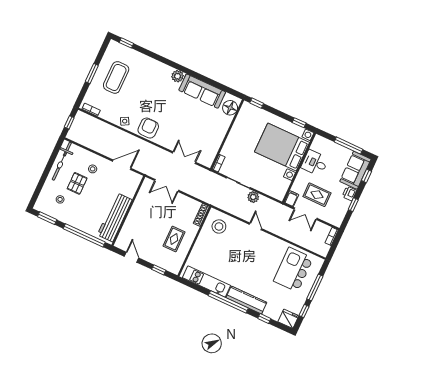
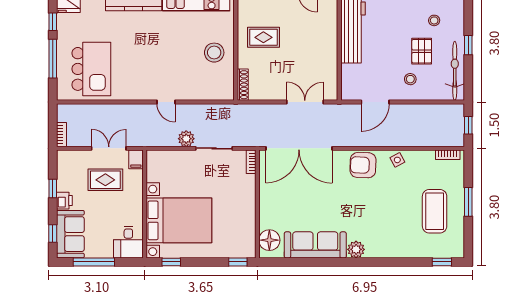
armchair: (148, 128) -> (363, 165), turned 92
double door: (184, 158) -> (299, 148), width x1.87
desk: (315, 163) -> (128, 242), moved, turned 90
window: (46, 174) -> (468, 45), added
stool: (219, 227) -> (214, 53), moved
rug: (174, 239) -> (263, 37), turned 90

